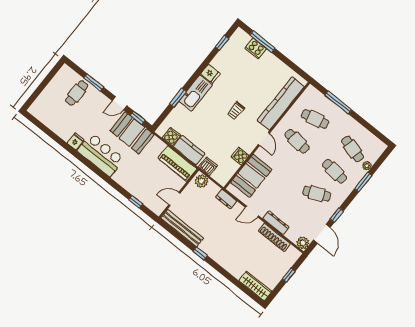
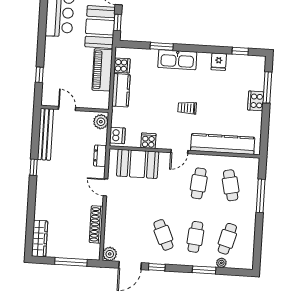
cooker: (256, 48) -> (256, 101), moved
fridge: (211, 74) -> (219, 62), moved
piano: (177, 164) -> (102, 70), moved
dishwasher: (208, 166) -> (117, 135), moved
dresser: (276, 223) -> (111, 216), removed
window: (289, 275) -> (71, 262), width x2.17

